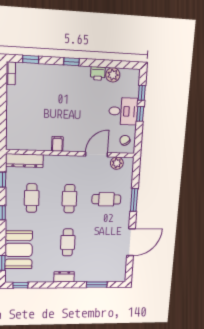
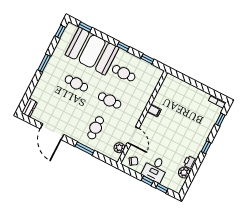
dresser: (24, 161) -> (153, 81), removed
booth: (19, 250) -> (92, 51), width x1.36, depth x1.42
dresser: (64, 277) -> (29, 108), moved
window: (97, 285) -> (44, 63), moved

